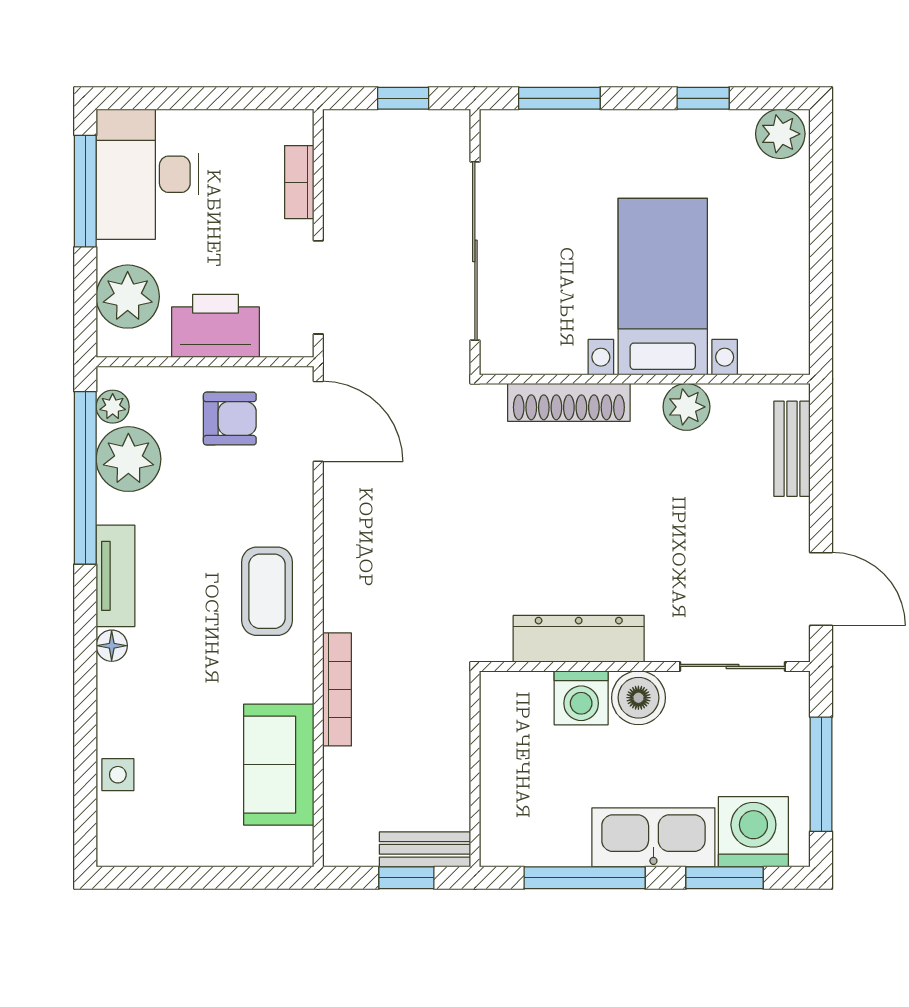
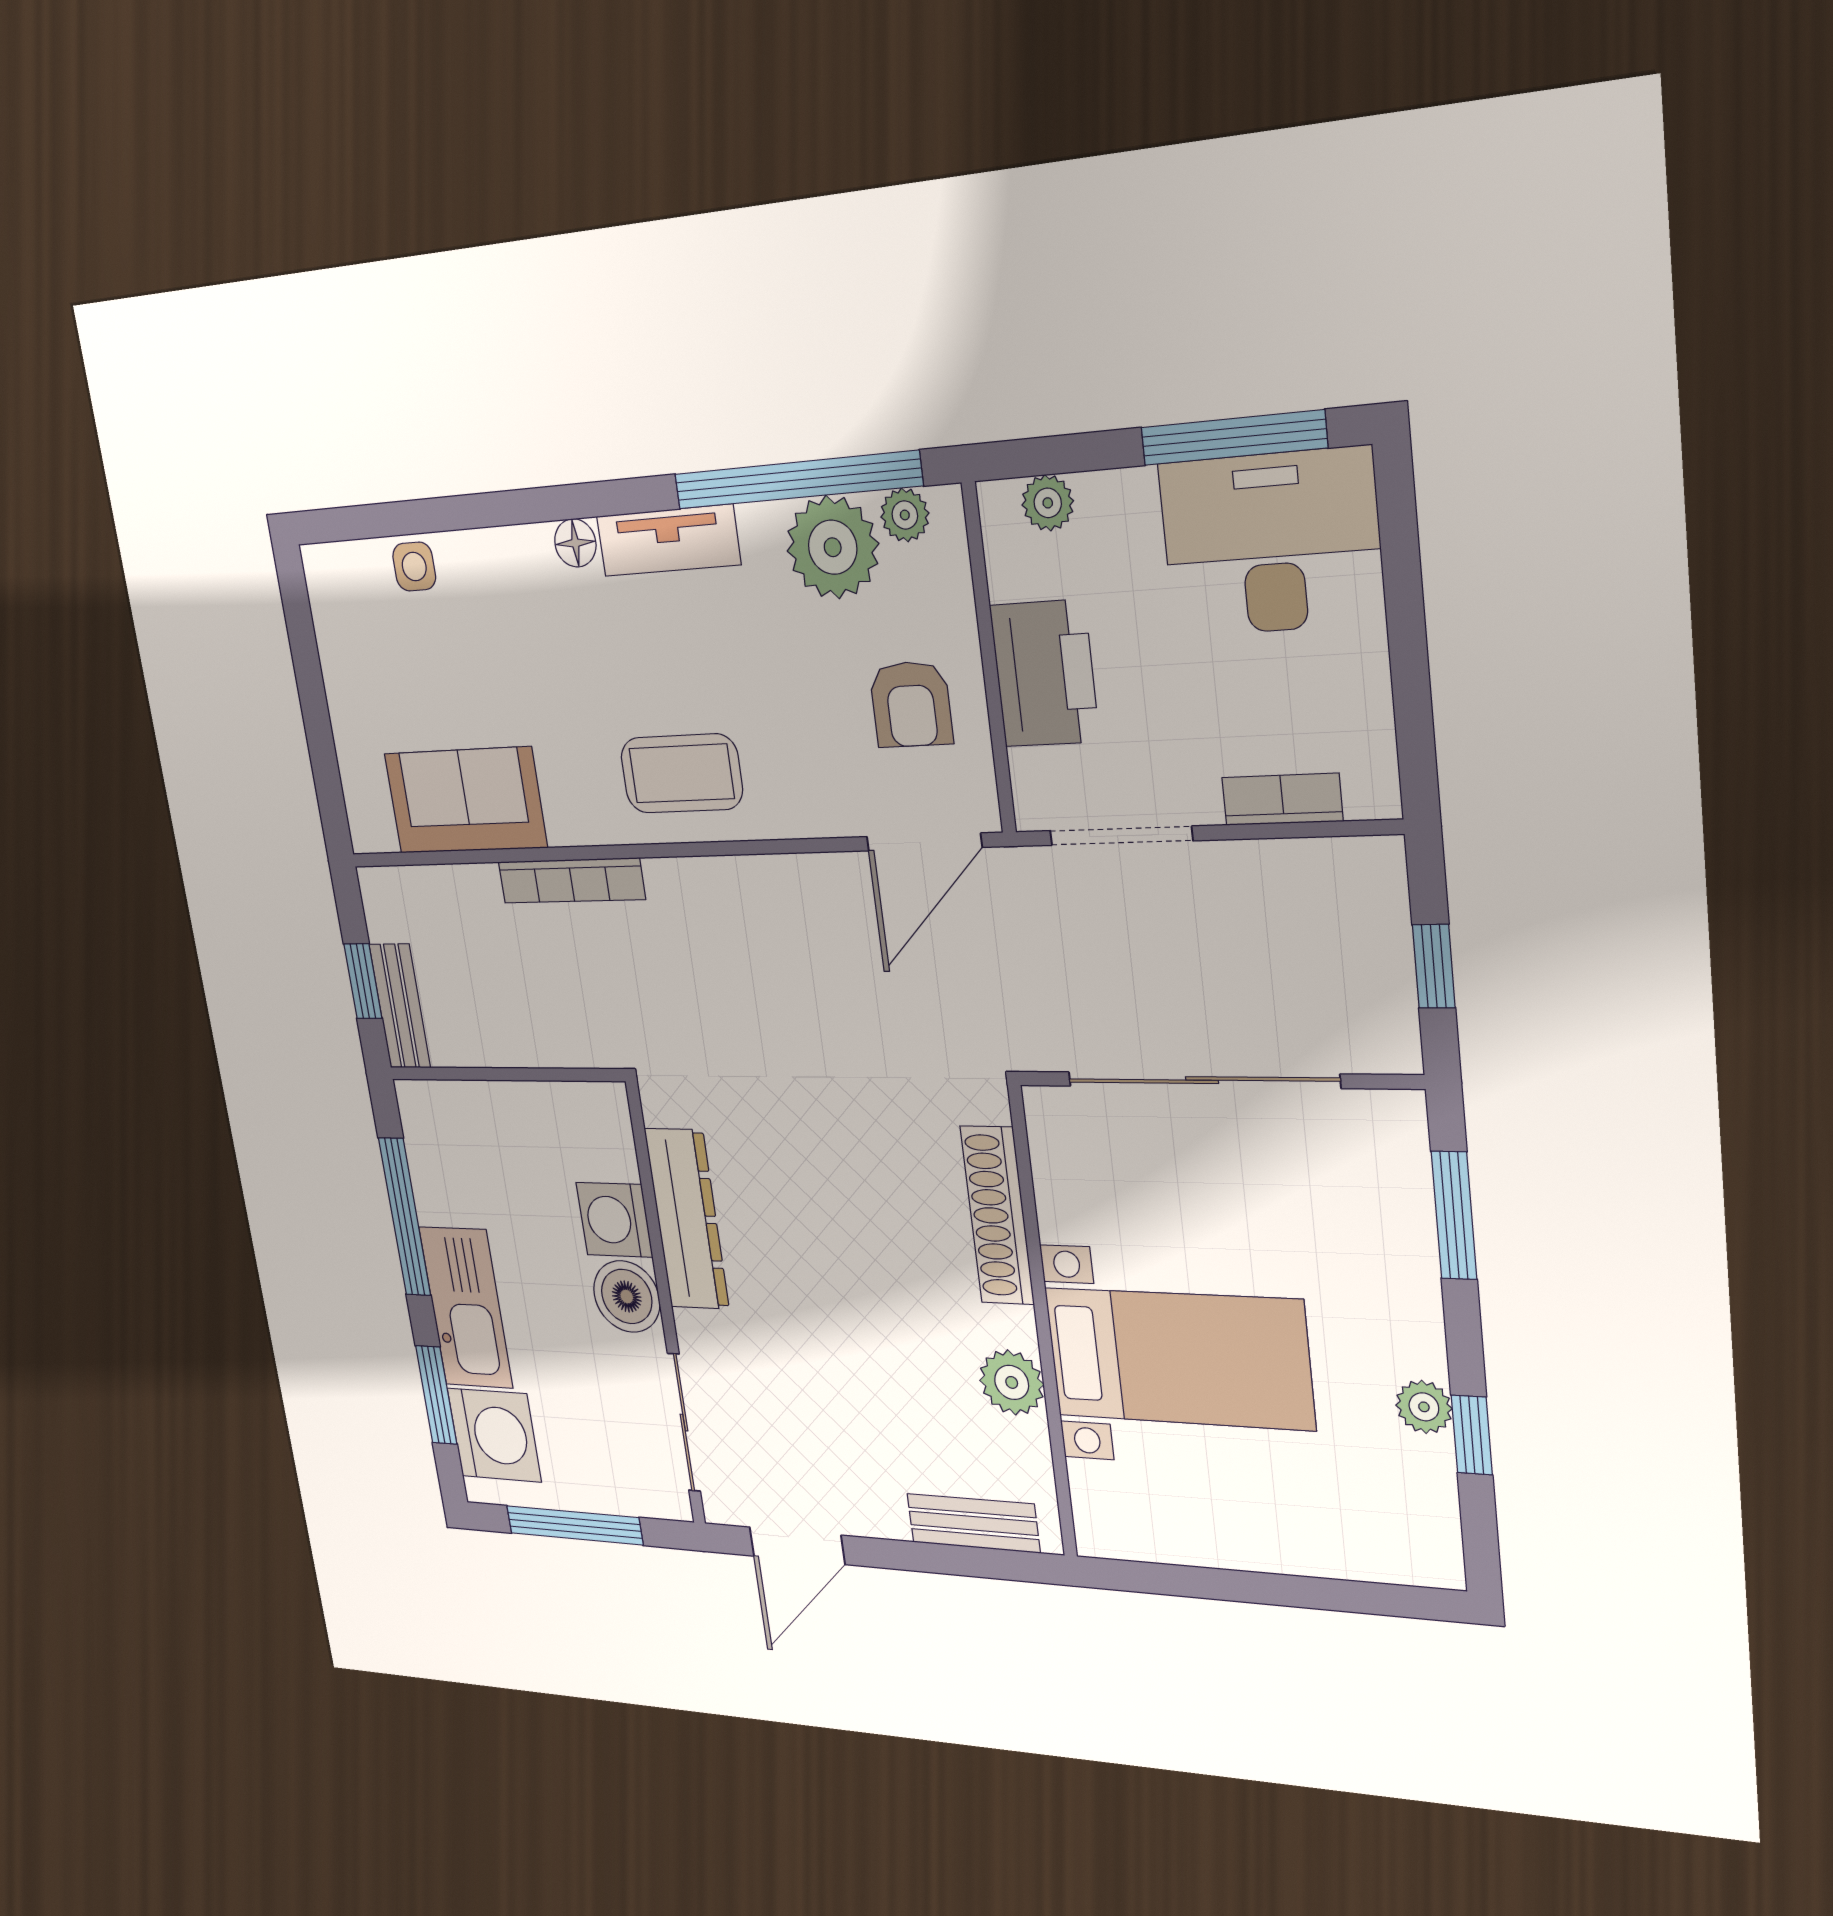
plant: (780, 134) -> (1424, 1407), moved, width x0.73, depth x0.73
plant: (128, 297) -> (1048, 503), width x0.53, depth x0.53

